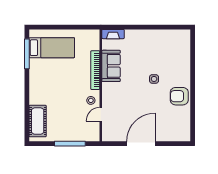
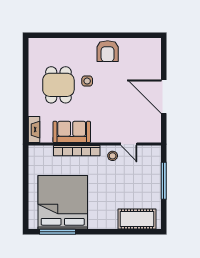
bed: (52, 48) -> (63, 202), width x2.04
dining table: (151, 55) -> (58, 85), added

